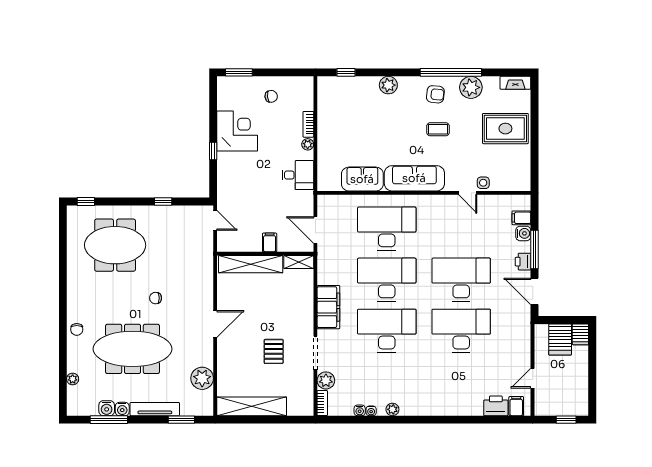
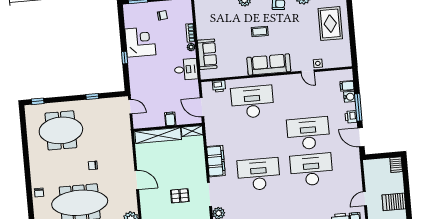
coffee table: (438, 129) -> (260, 31), moved
rug: (505, 129) -> (330, 24), turned 90
sofa: (362, 179) -> (207, 54), moved, turned 90
printer: (342, 203) -> (219, 86), added
desk: (387, 280) -> (256, 138), removed
door: (215, 324) -> (137, 180), hinge flipped
server rack: (560, 339) -> (394, 202), moved, turned 90
pallet: (274, 351) -> (180, 196), turned 90

